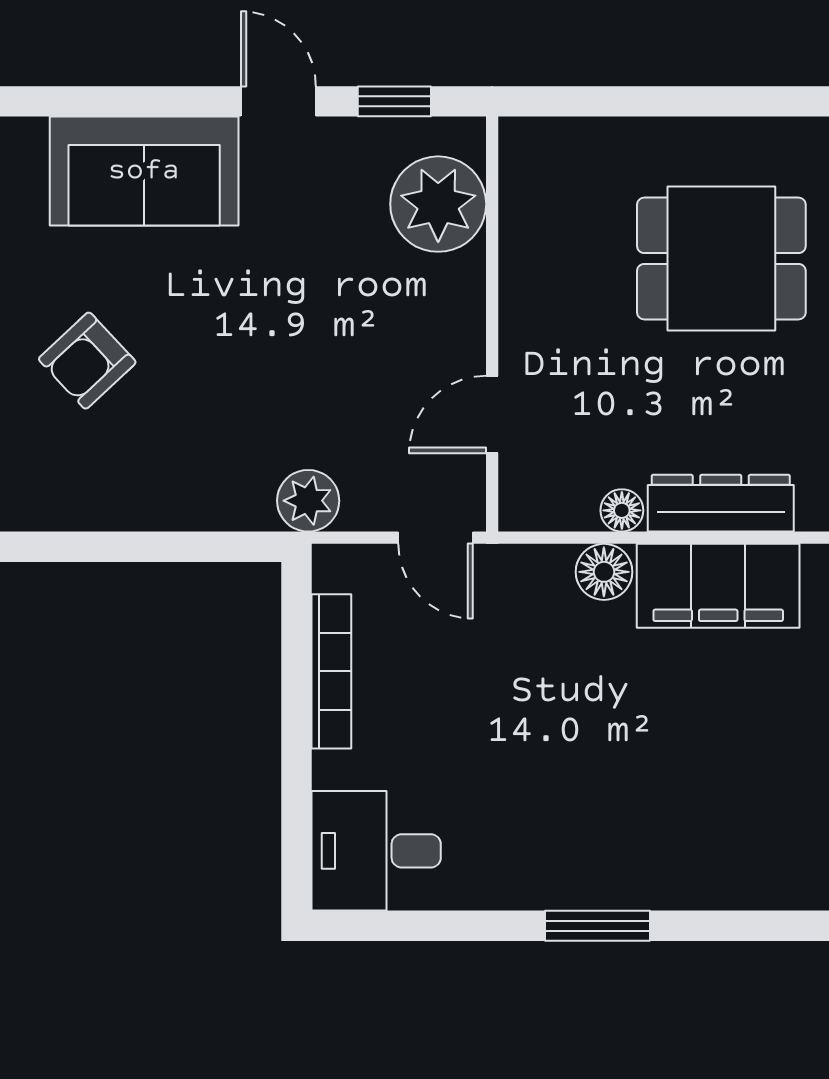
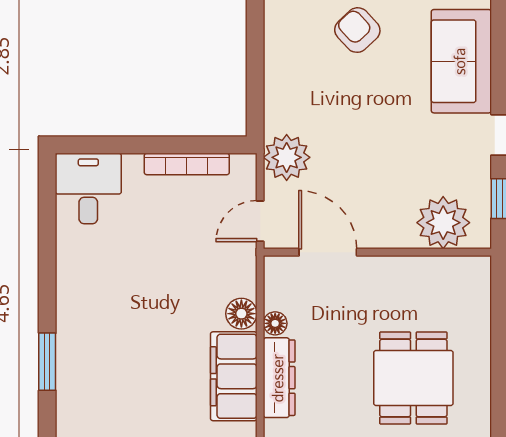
door: (492, 414) -> (328, 252), width x1.38
plant: (308, 501) -> (287, 157), width x1.36, depth x1.36
window: (597, 926) -> (47, 362), moved

